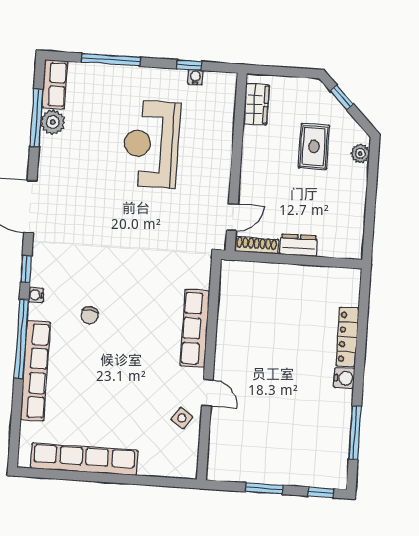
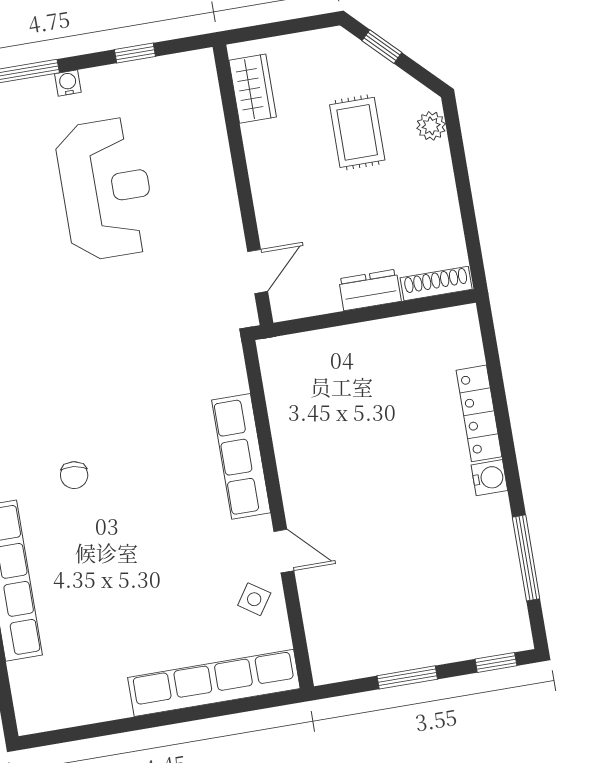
water cooler: (195, 77) -> (68, 83), moved
reception desk: (151, 144) -> (106, 189), turned 180
shoe rack: (257, 245) -> (436, 283), moved
row of seats: (84, 459) -> (214, 683), moved

